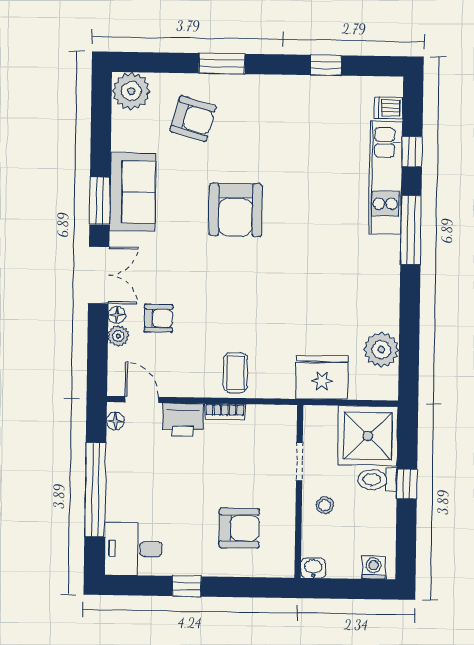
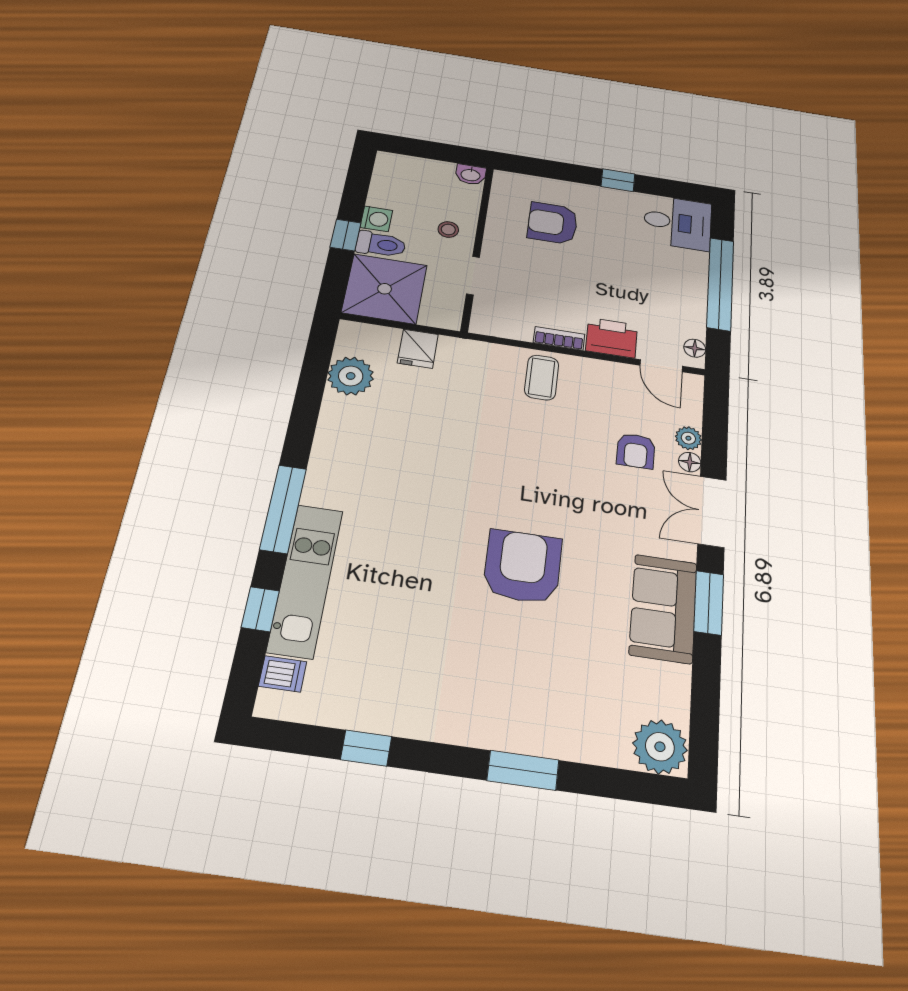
armchair: (193, 119) -> (572, 696), removed
armchair: (158, 318) -> (636, 451), turned -90
fridge: (322, 377) -> (418, 349), width x0.53, depth x0.75
washing machine: (374, 567) -> (376, 219), moved, turned -90

